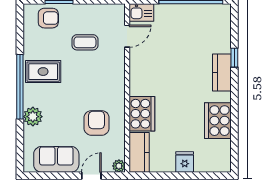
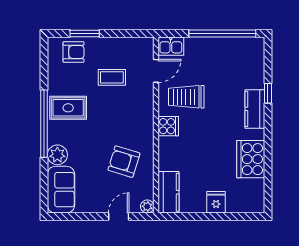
trolley: (156, 61) -> (186, 97), added
cooker: (142, 114) -> (168, 126), moved, width x0.53, depth x0.76
armchair: (97, 123) -> (124, 162), turned -73
sofa: (56, 159) -> (61, 190), moved, turned 90

